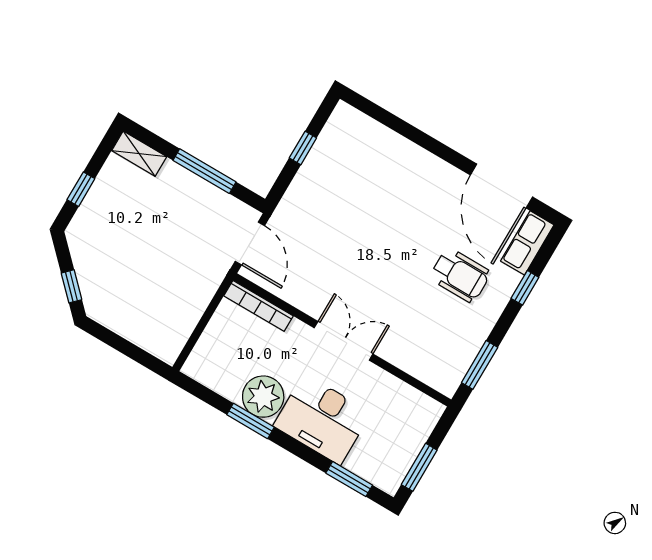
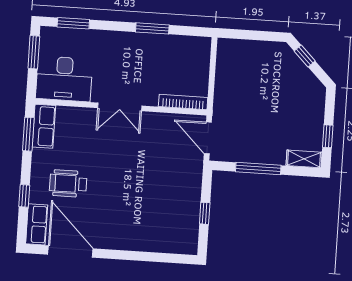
window: (81, 189) -> (328, 136), moved
row of seats: (454, 365) -> (44, 126), added
plant: (263, 397) -> (152, 47), removed
desk: (322, 419) -> (64, 79), moved, turned 180

